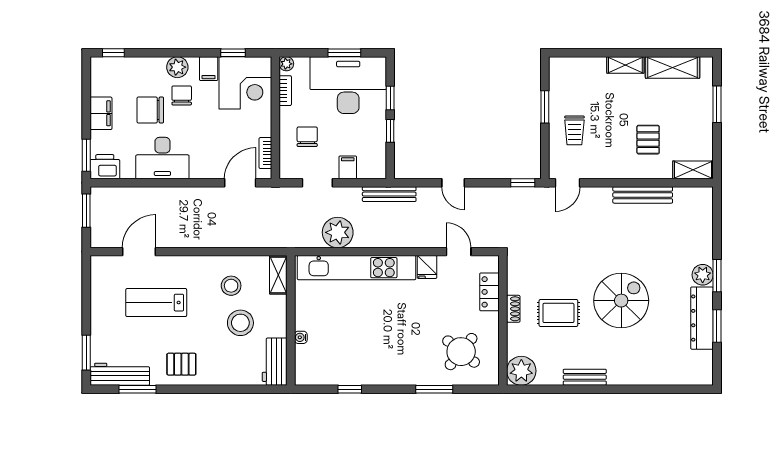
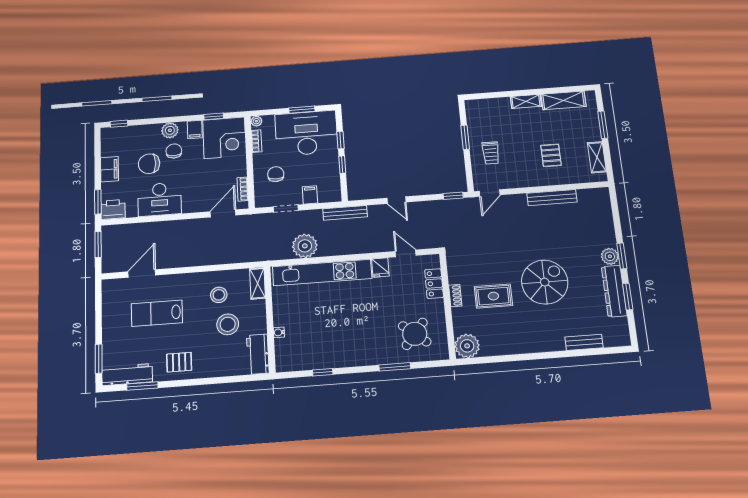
shelving: (693, 170) -> (597, 157), moved, turned 90
bench: (585, 377) -> (584, 342), moved

